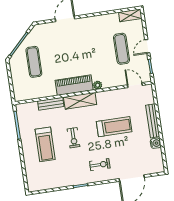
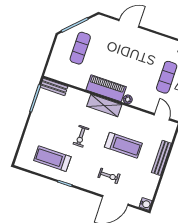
bench: (51, 104) -> (54, 87), moved
water cooler: (156, 143) -> (146, 204), moved
treadmill: (45, 144) -> (52, 159), moved, turned 90
exercise bike: (100, 165) -> (109, 176), moved

